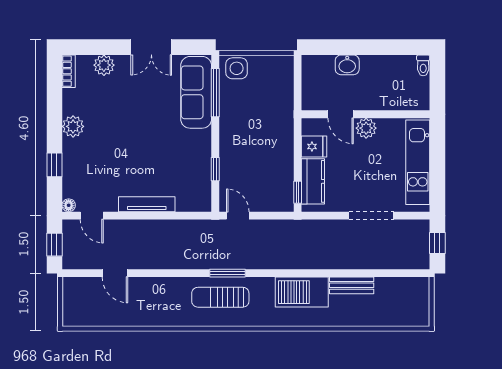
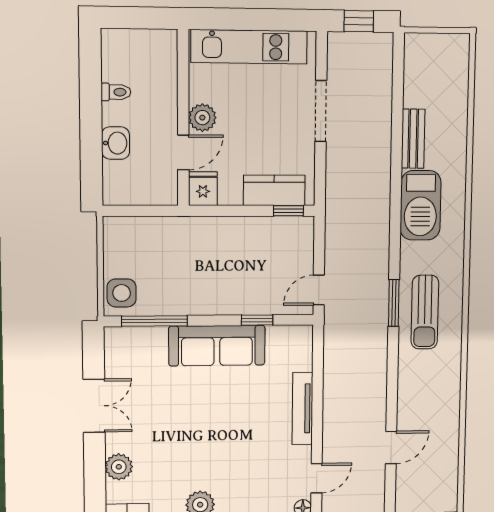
toilet: (423, 65) -> (116, 92), moved
sofa: (196, 92) -> (217, 346), moved
fridge: (314, 146) -> (203, 189), moved

